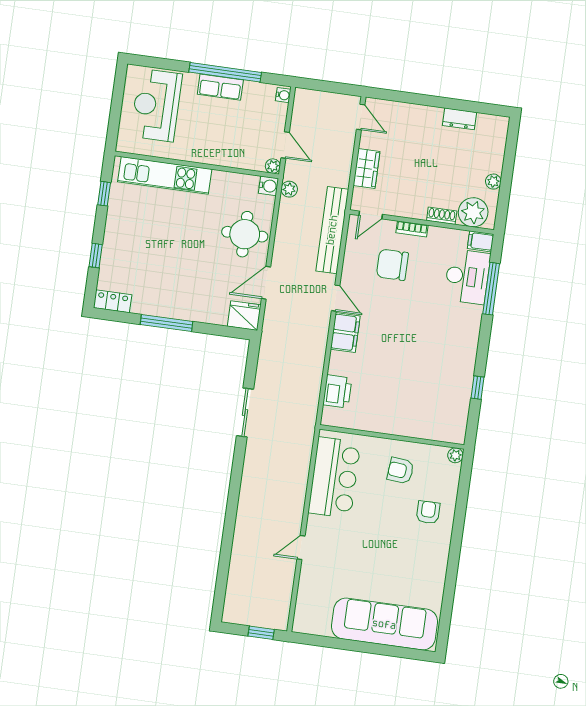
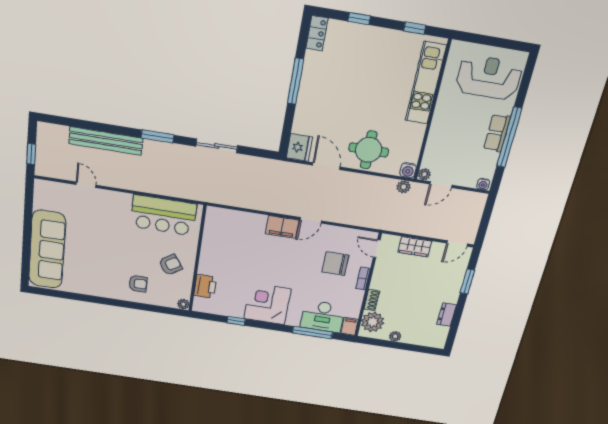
window: (412, 98) -> (467, 282), added
bench: (332, 230) -> (106, 141), moved
chair: (392, 265) -> (335, 264), turned -90
corner desk: (451, 348) -> (267, 304), added
printer: (337, 391) -> (205, 286), moved, turned -90
armchair: (401, 471) -> (170, 265), turned 51
window: (235, 482) -> (157, 136), added
door: (301, 548) -> (86, 185), moved

